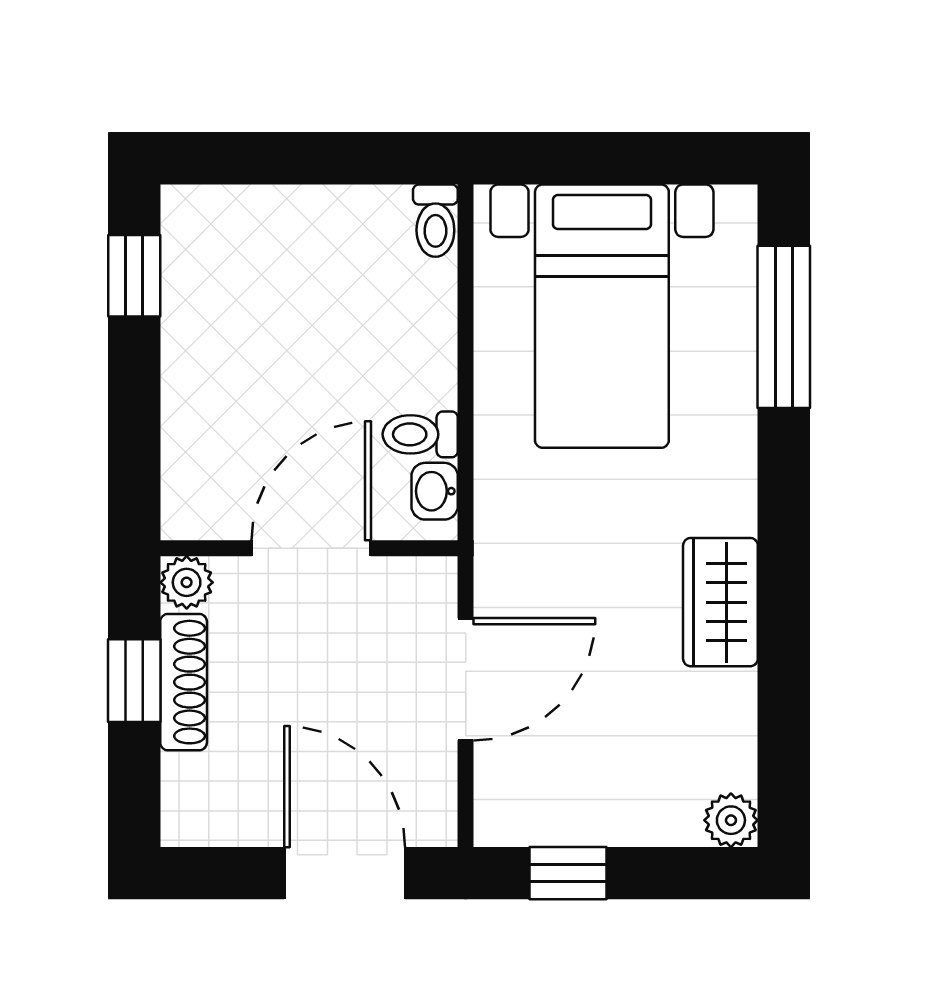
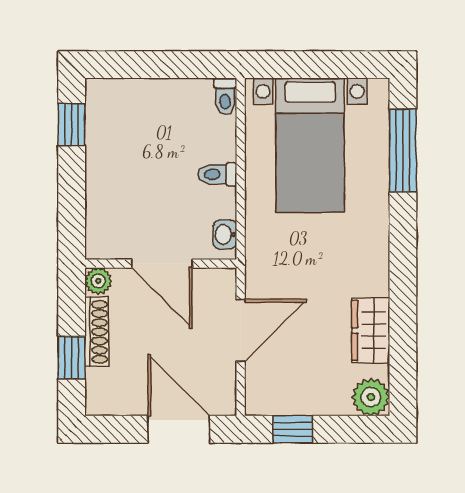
toilet: (420, 434) -> (217, 174), moved
door: (311, 548) -> (162, 264), swing flipped
wardrobe: (720, 602) -> (371, 330), moved
window: (134, 681) -> (72, 358), moved
plant: (731, 820) -> (371, 397), width x1.38, depth x1.38

